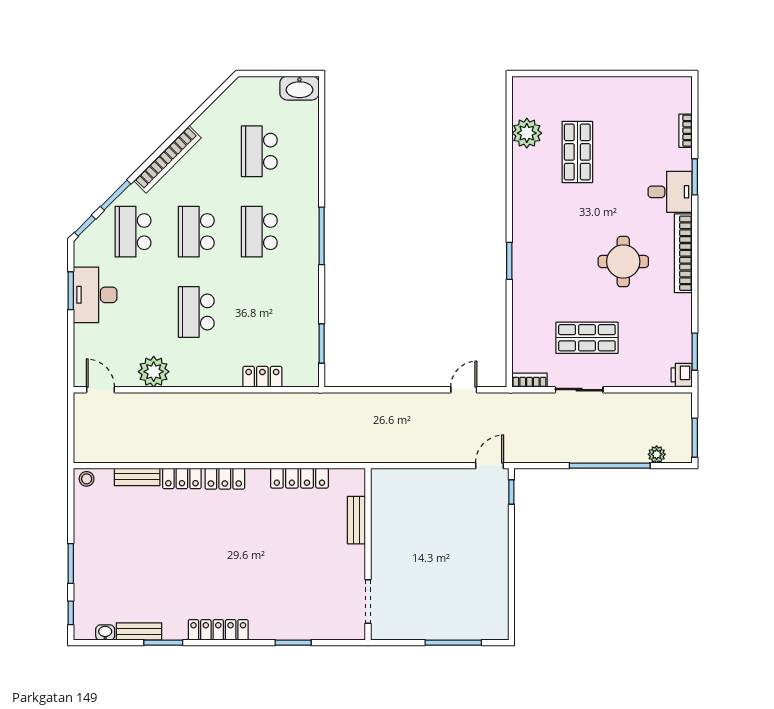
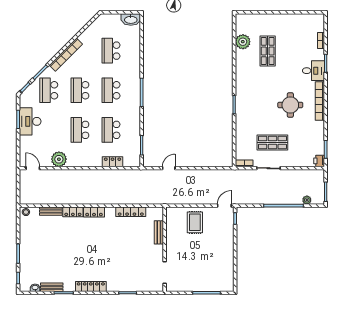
school desk: (259, 312) -> (111, 130), added
door: (464, 390) -> (169, 168), moved
rug: (430, 500) -> (195, 222), added

